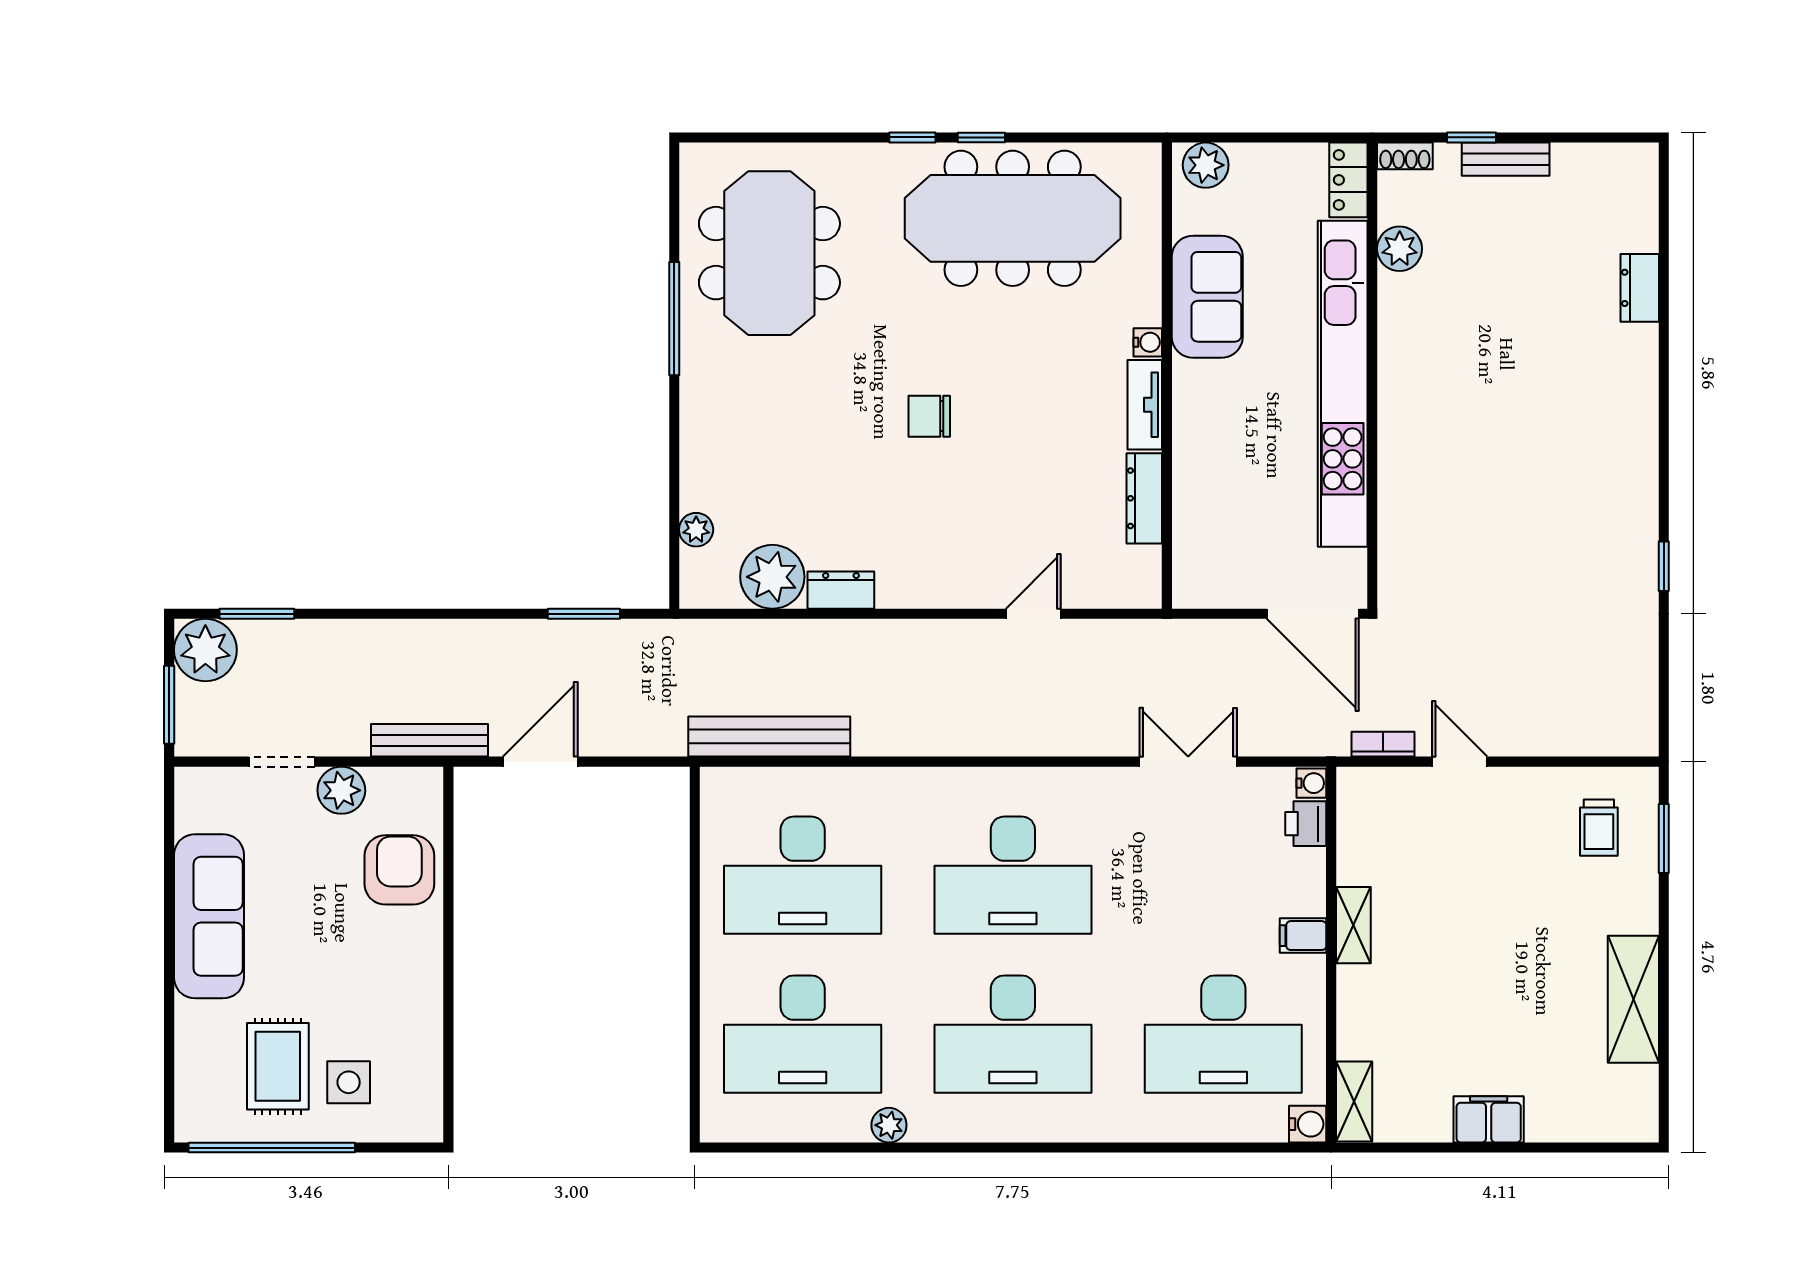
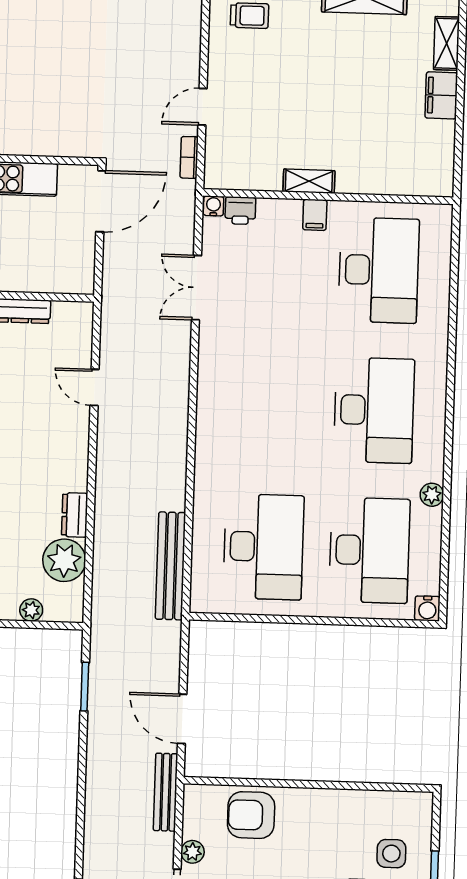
plant: (341, 790) -> (193, 852), width x0.73, depth x0.73
desk: (1013, 875) -> (268, 407), removed
shelving: (1354, 1101) -> (446, 43), moved, turned 90
water cooler: (1308, 1124) -> (427, 608), moved, turned 180

